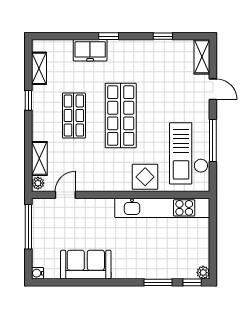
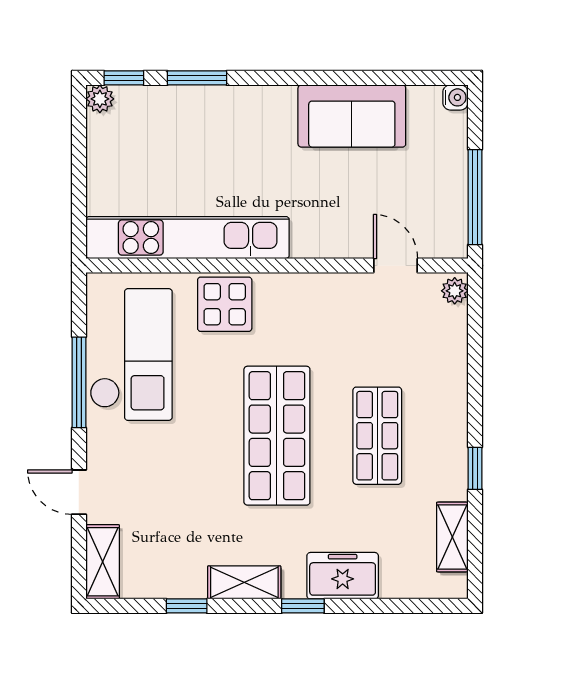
shelving: (39, 158) -> (244, 582), moved, turned 90
door: (65, 195) -> (396, 265), swing flipped

